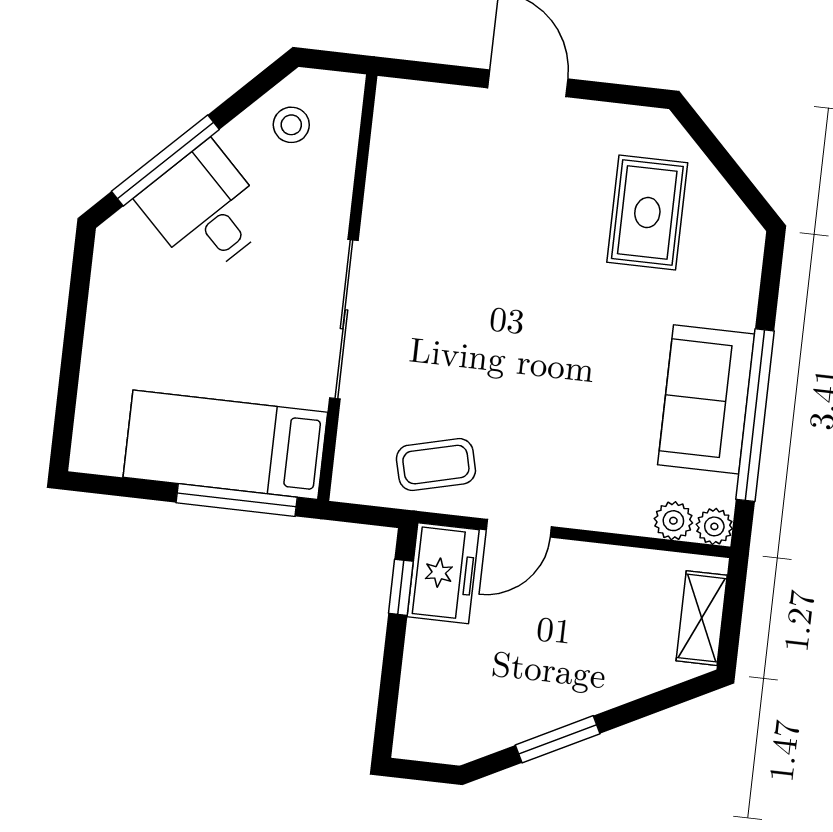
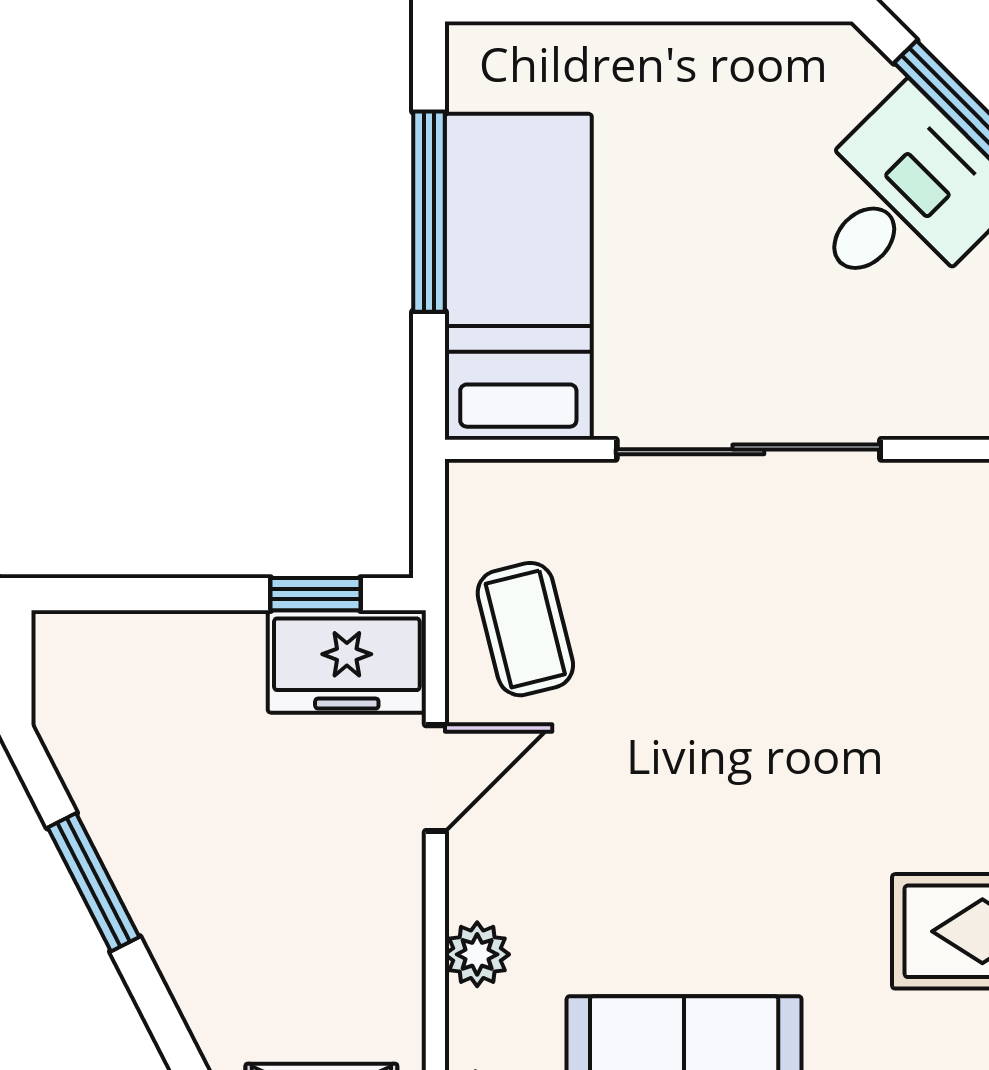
window: (237, 500) -> (429, 212), moved
plant: (673, 521) -> (477, 954), moved
door: (519, 528) -> (435, 778), swing flipped

